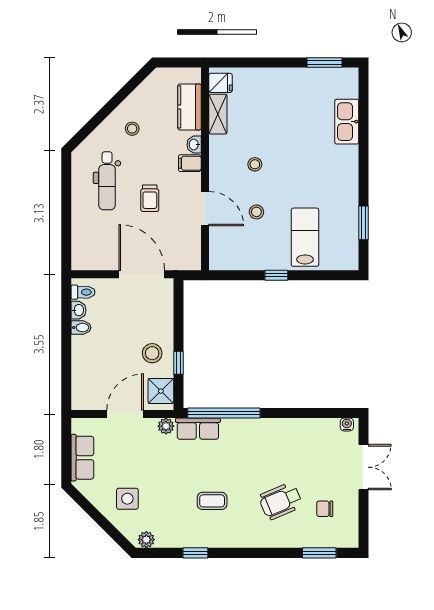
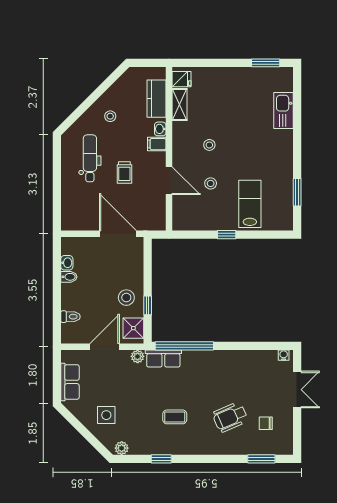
dental chair: (107, 181) -> (90, 158), turned 180
toilet: (83, 292) -> (70, 317), moved

